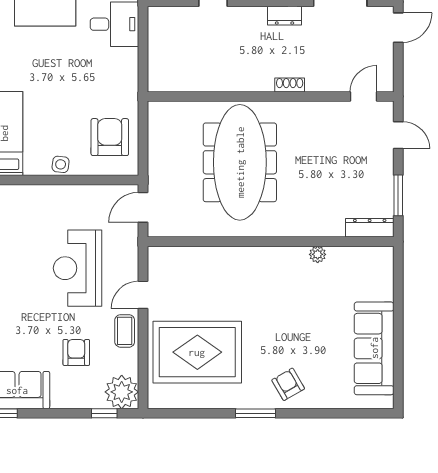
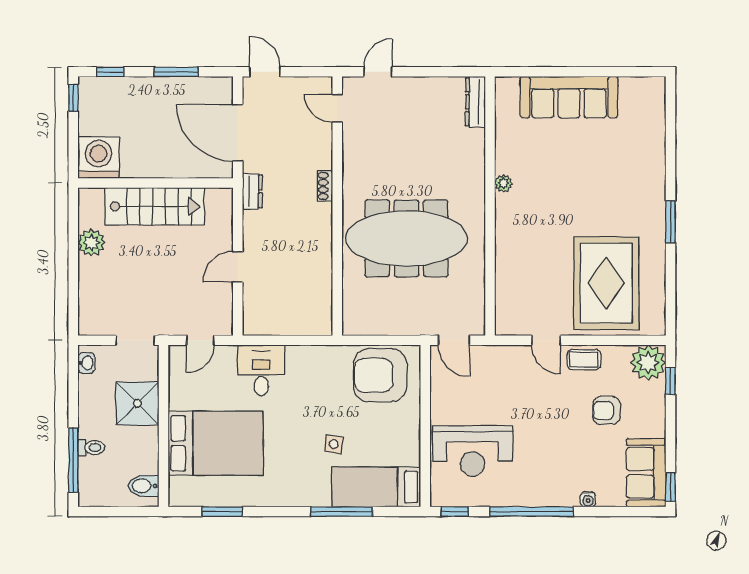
armchair: (110, 137) -> (380, 375), width x1.36, depth x1.36
side table: (61, 164) -> (334, 444), moved
window: (398, 195) -> (441, 72), removed
plant: (318, 254) -> (503, 183), moved
reception desk: (78, 268) -> (473, 451), moved
sofa: (374, 348) -> (569, 97), moved
armchair: (288, 384) -> (640, 188), removed

